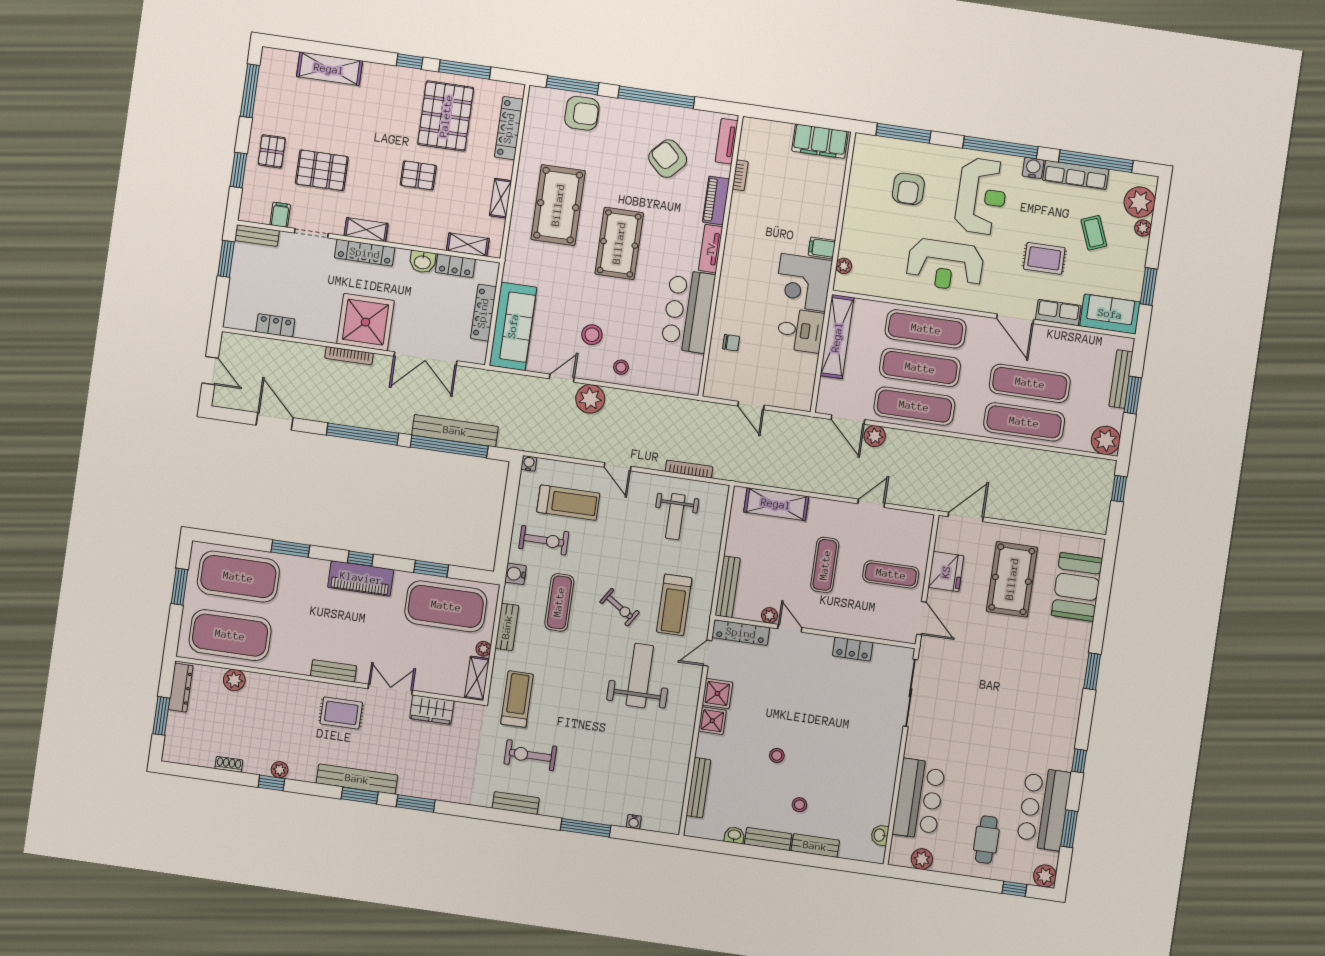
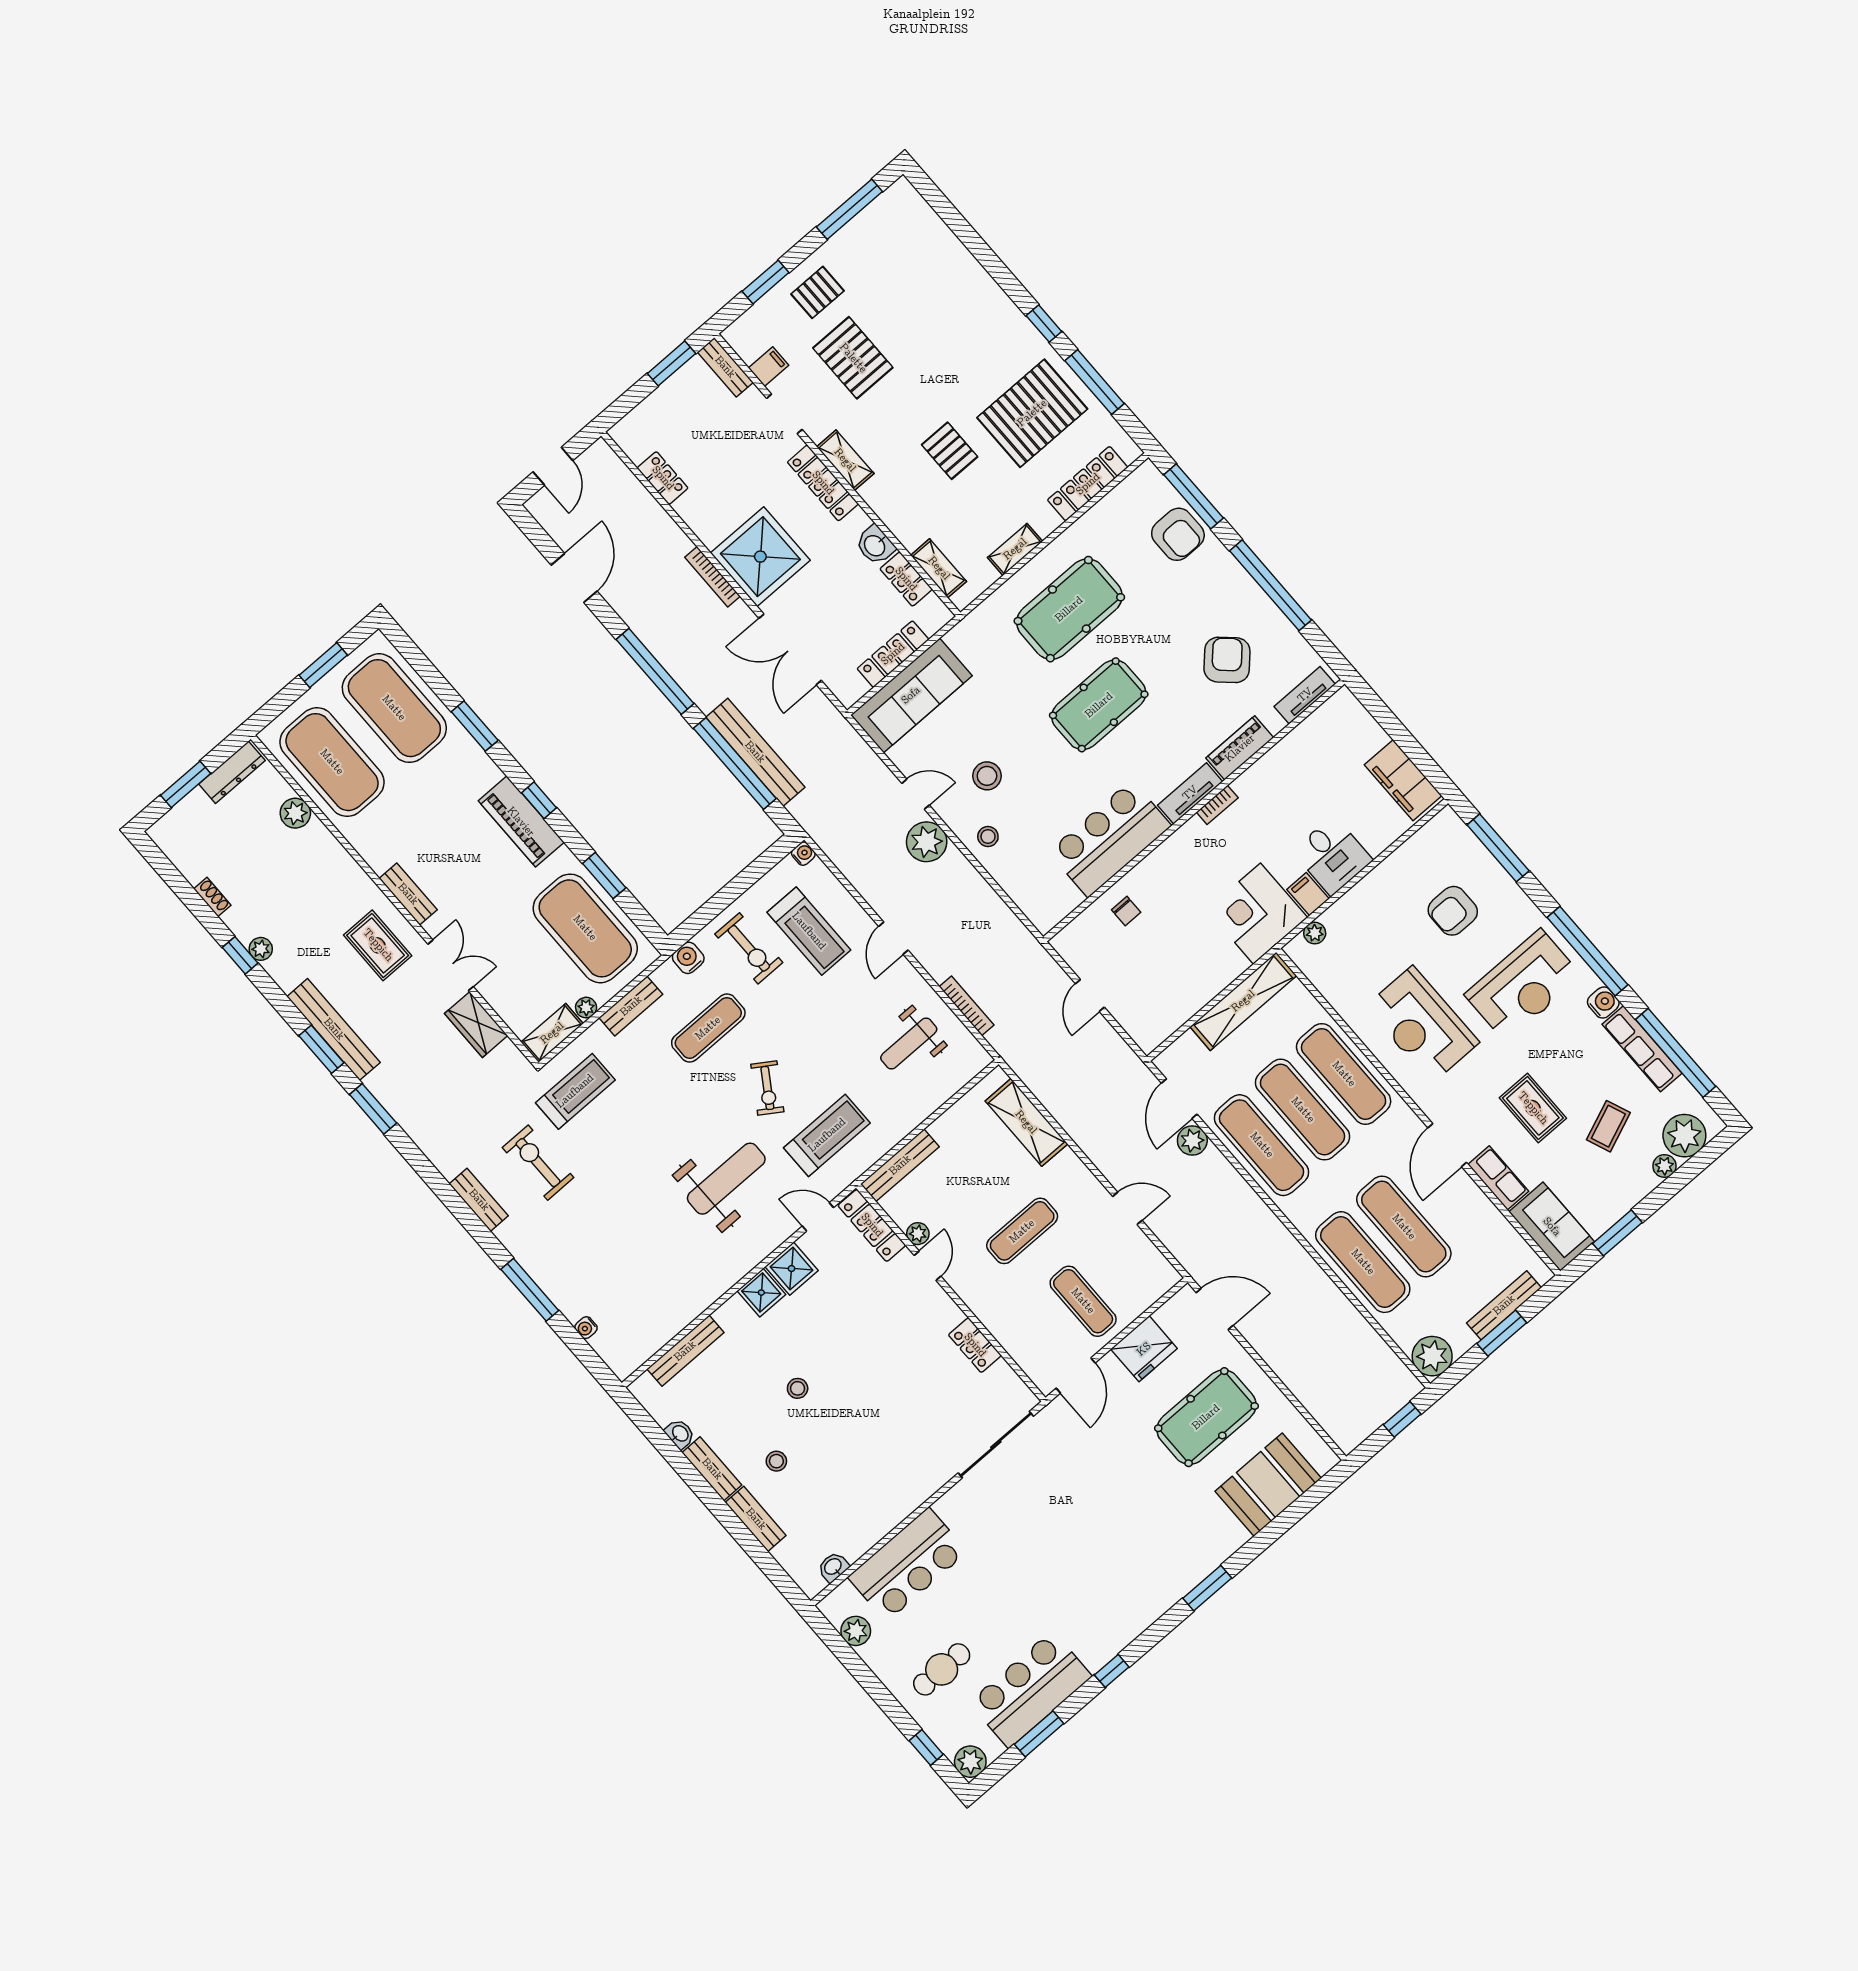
shelving: (329, 69) -> (953, 258), removed
bookcase: (740, 175) -> (1217, 805), moved
desk: (800, 330) -> (1332, 856), moved
treadmill: (674, 605) -> (827, 1135), turned 180

